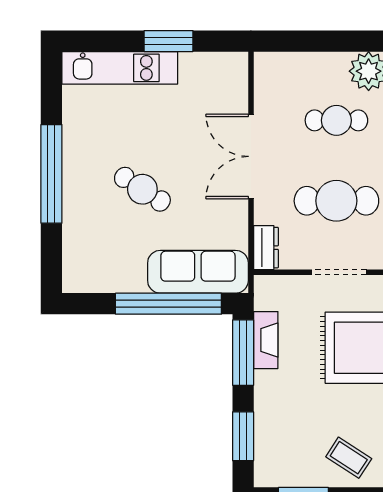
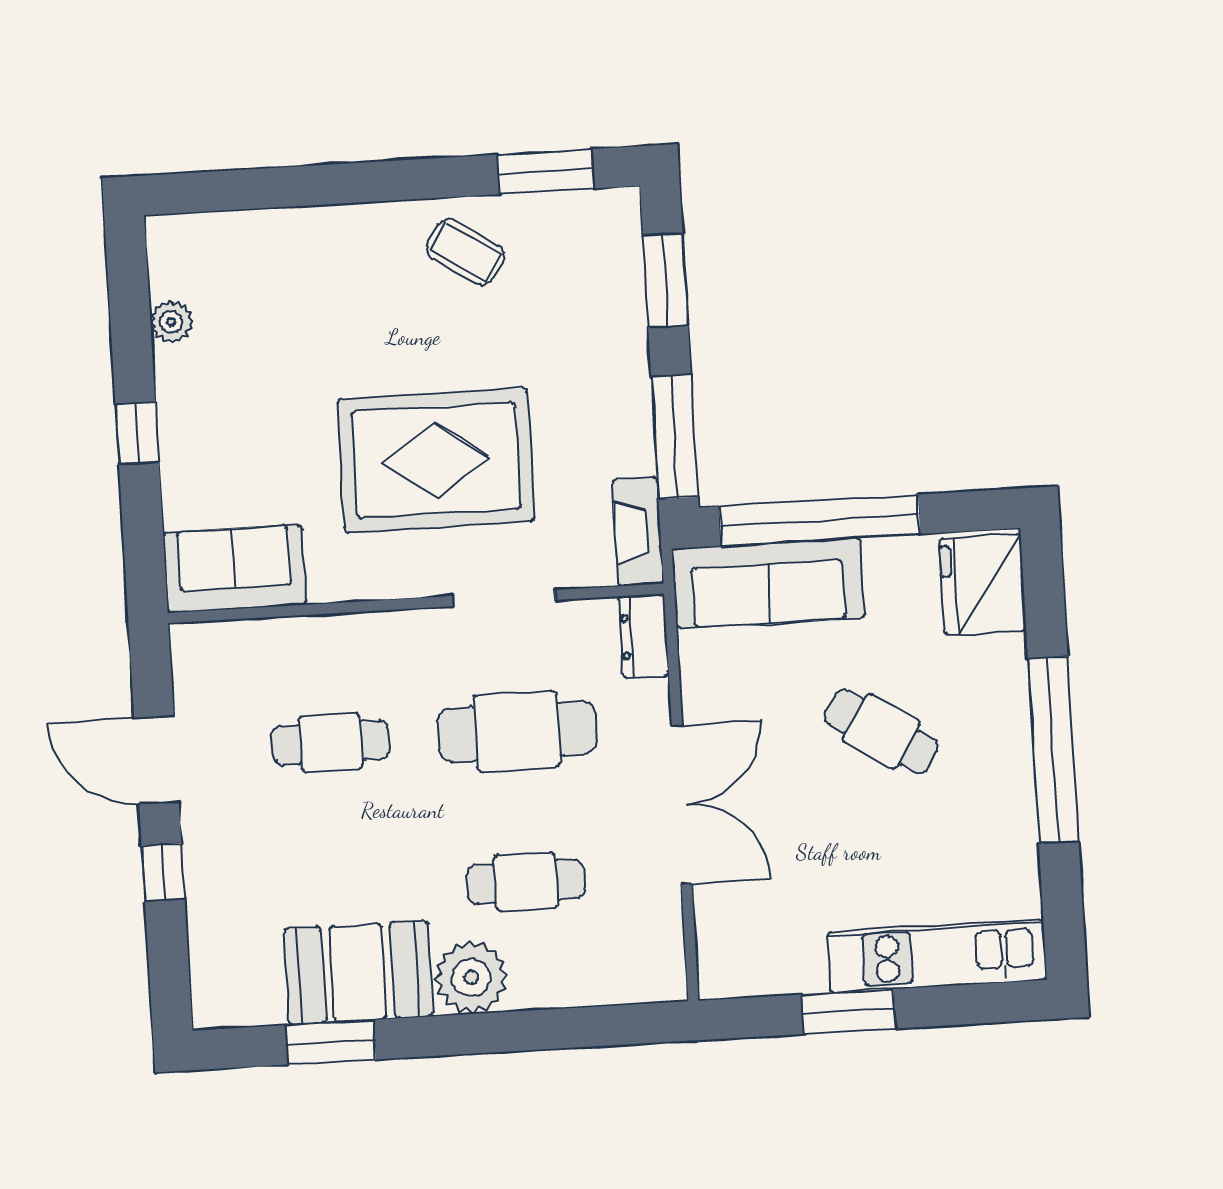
fridge: (84, 264) -> (982, 584), added
fireplace: (266, 340) -> (638, 532), moved

